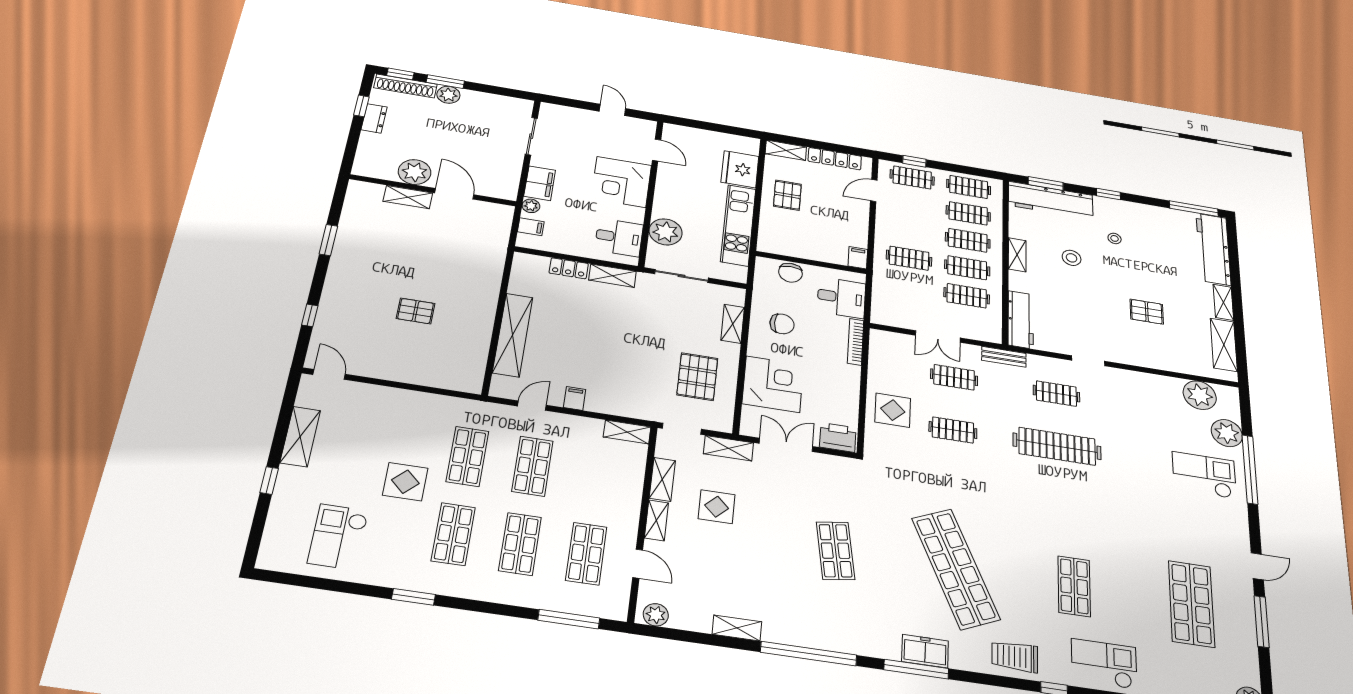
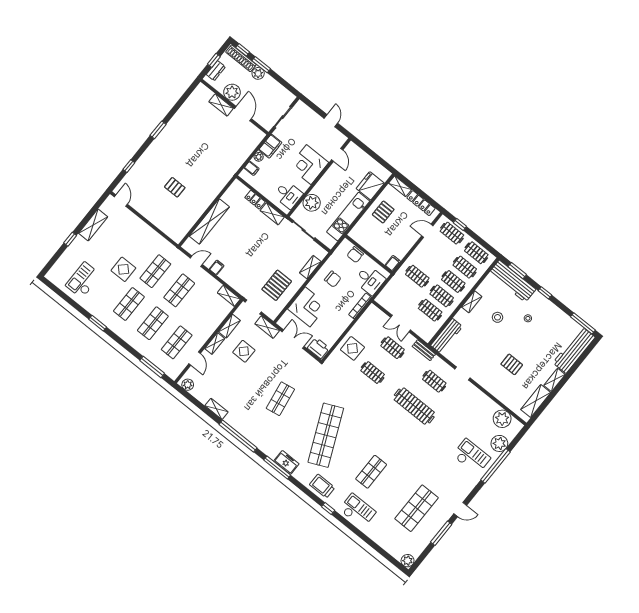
plant: (415, 172) -> (232, 92), moved
wall: (433, 190) -> (234, 107), moved
door: (454, 194) -> (243, 114), moved
shelving: (408, 197) -> (221, 105), moved

